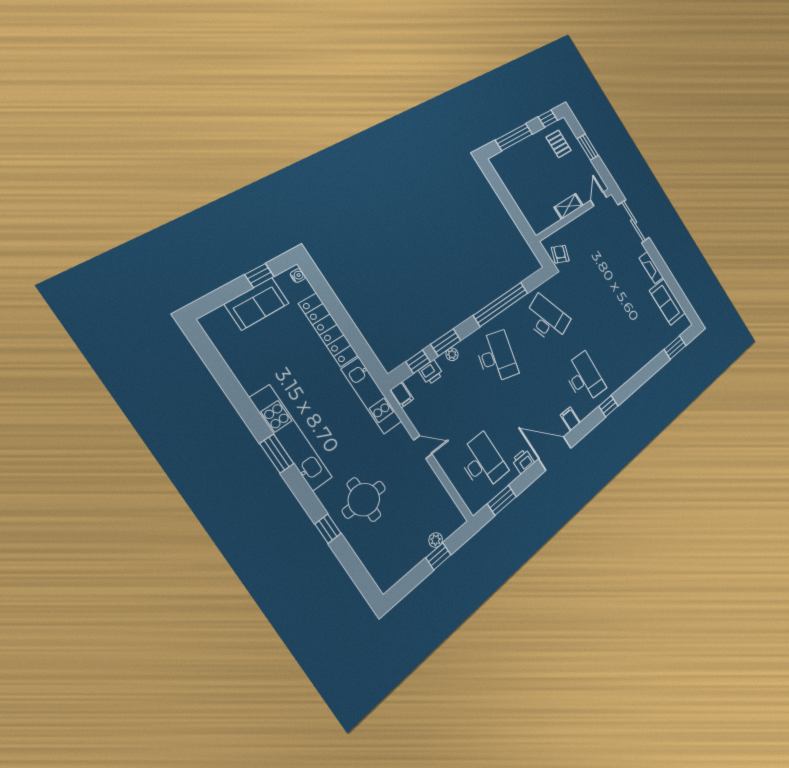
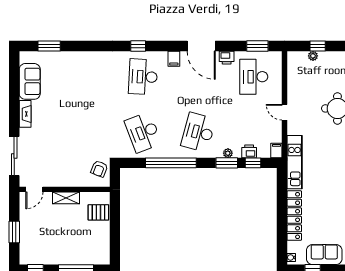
pallet: (559, 144) -> (98, 212), moved, turned 90

